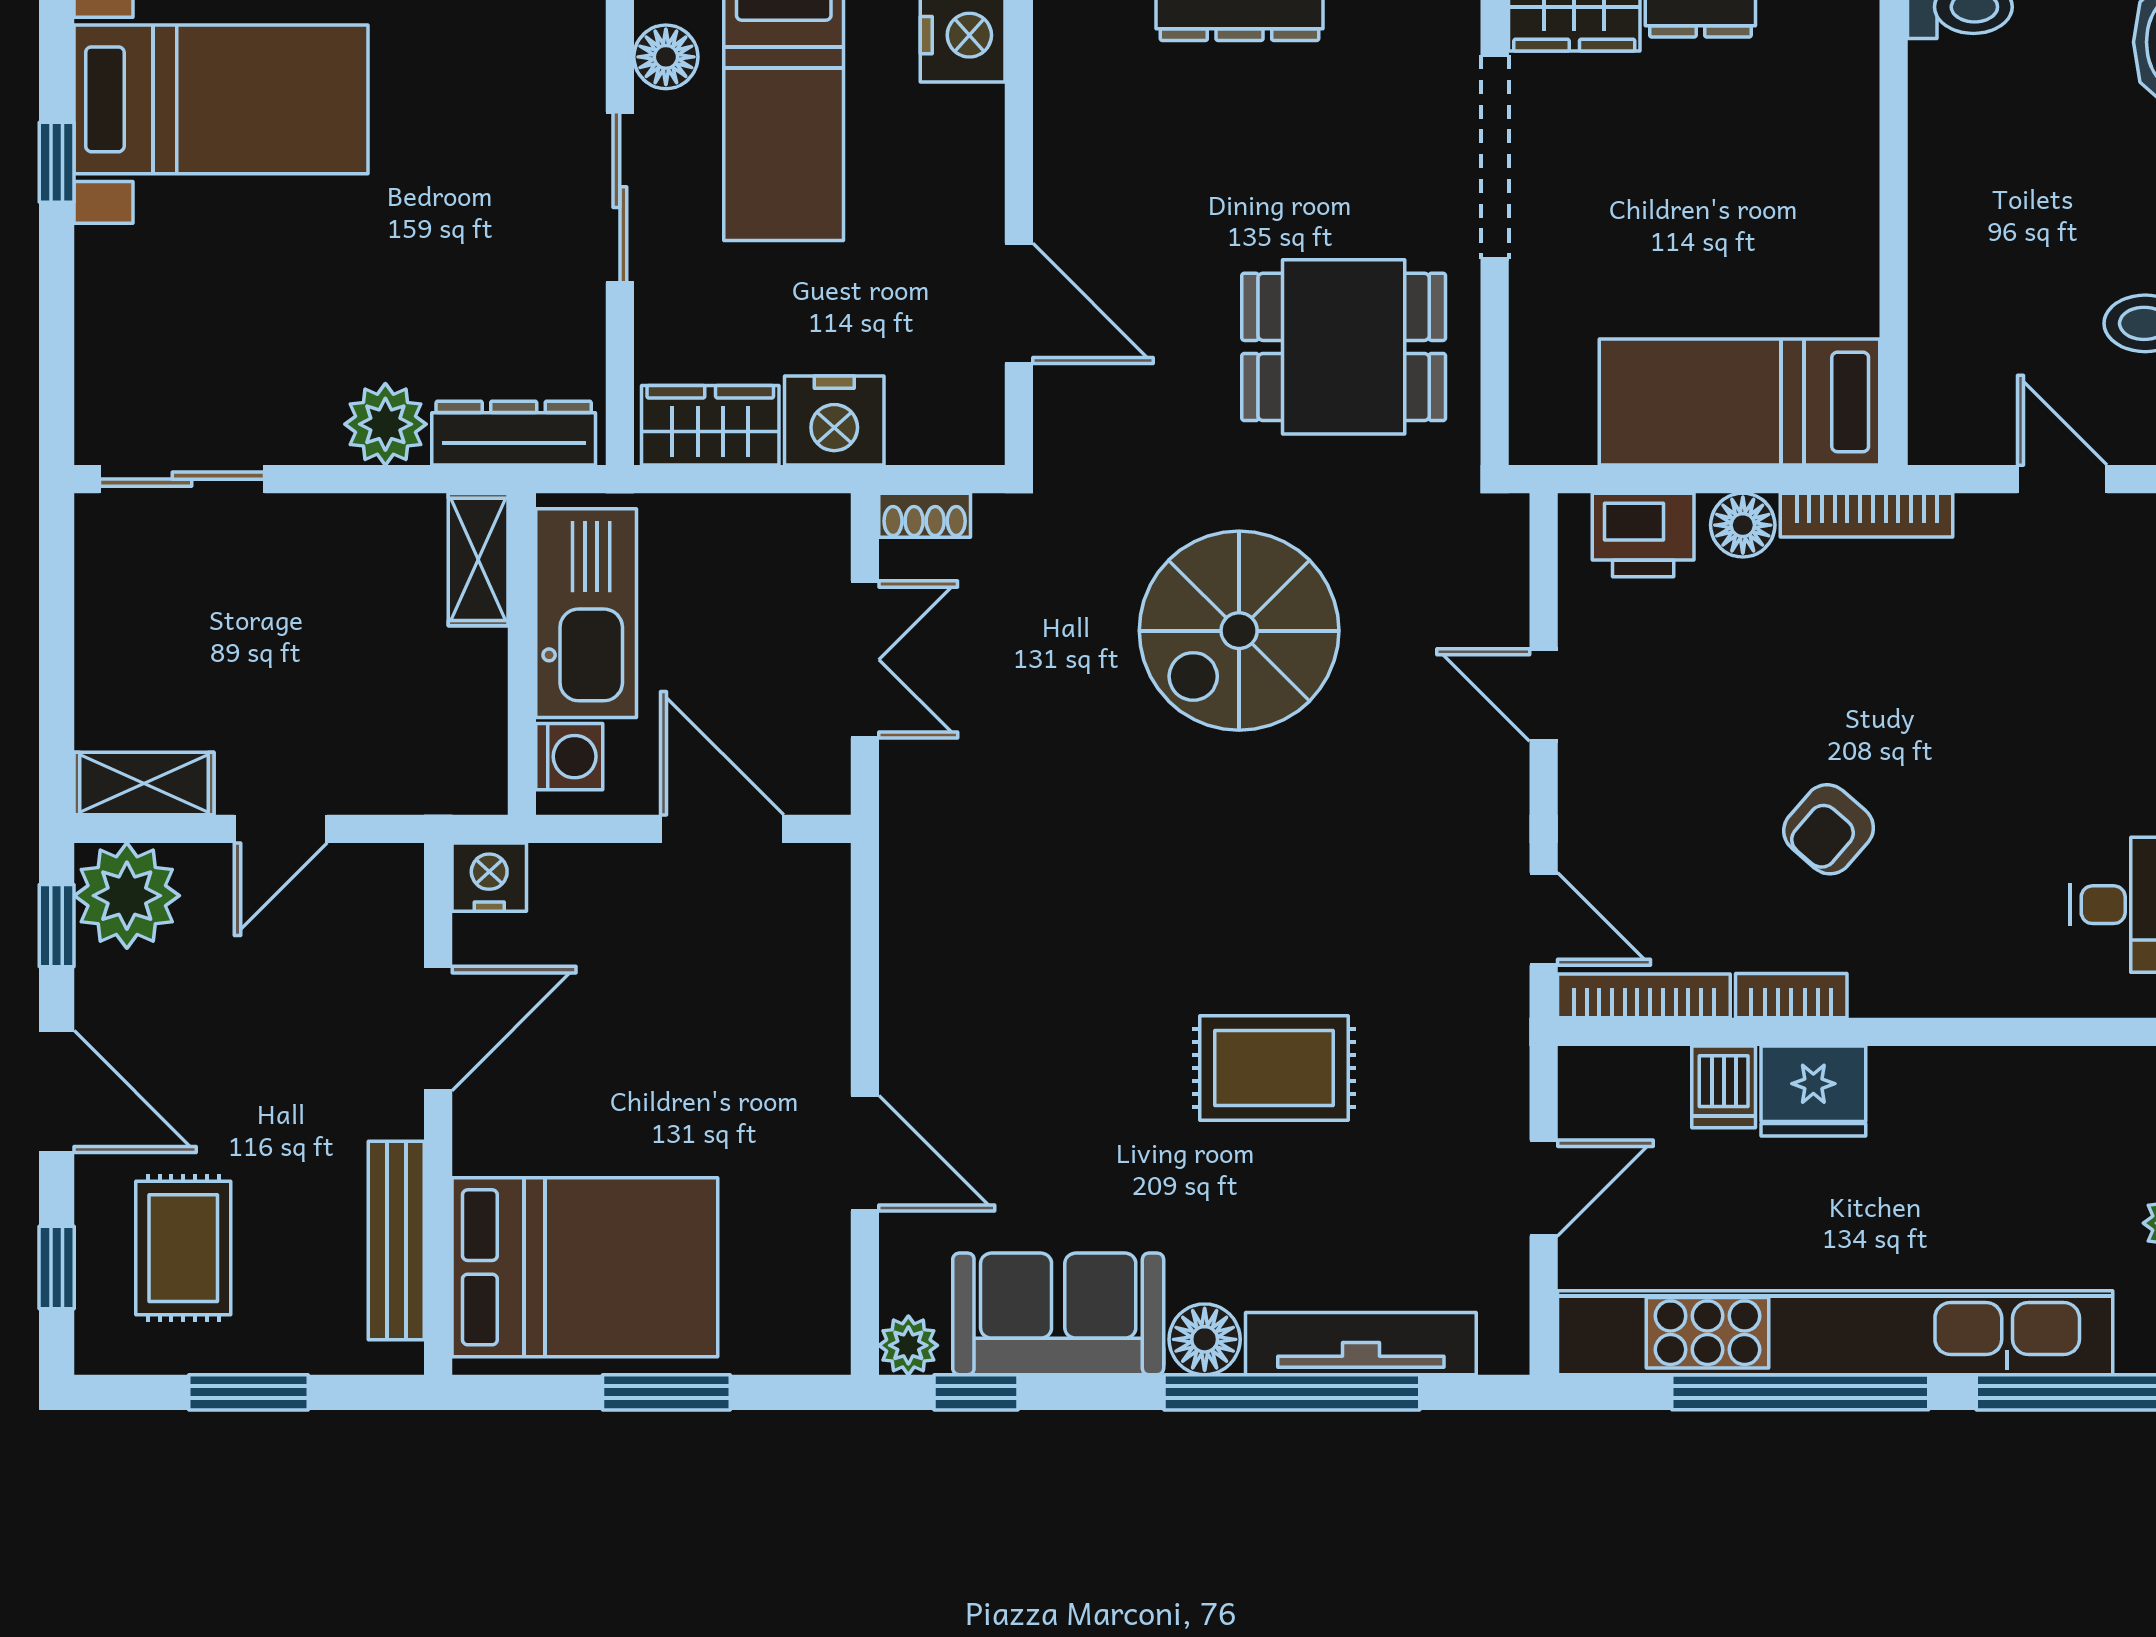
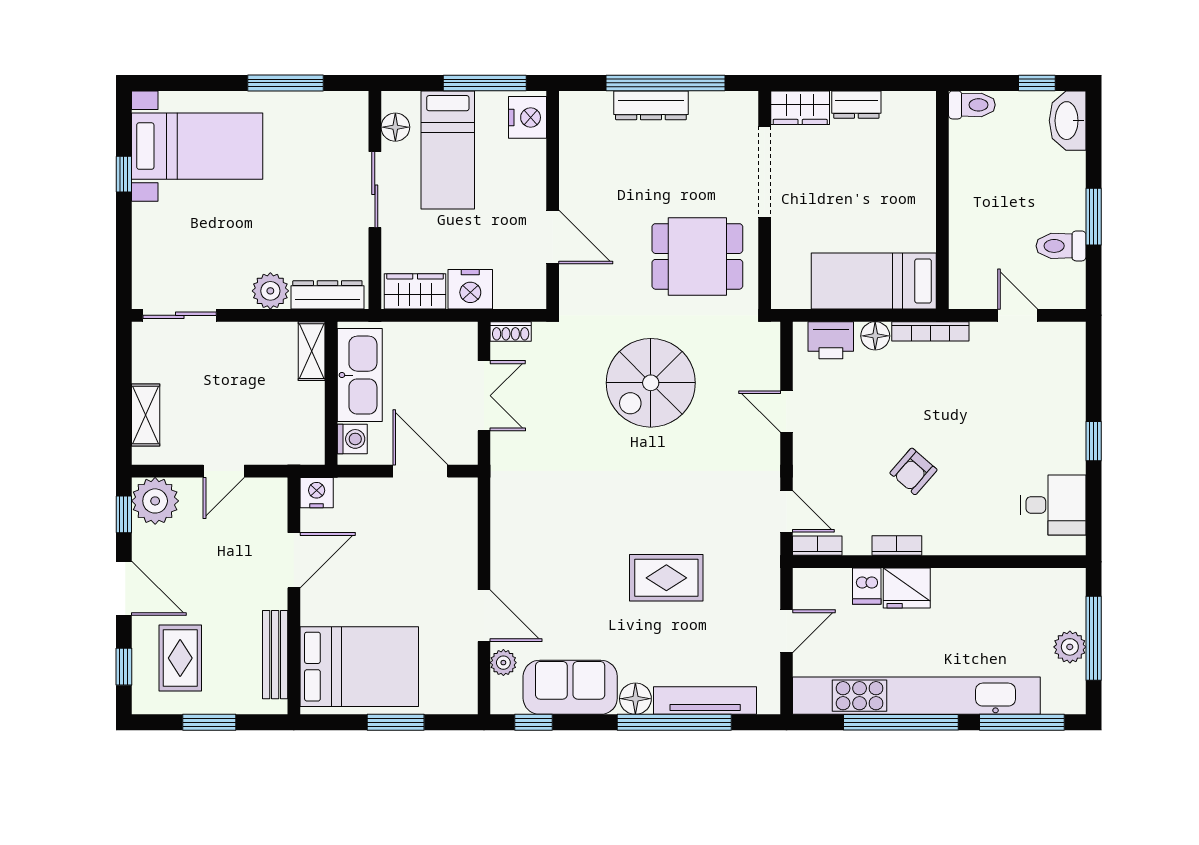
shelving: (144, 783) -> (146, 415), moved, turned 90
bookcase: (1644, 996) -> (817, 546), width x0.64
plant: (908, 1345) -> (503, 663), moved

